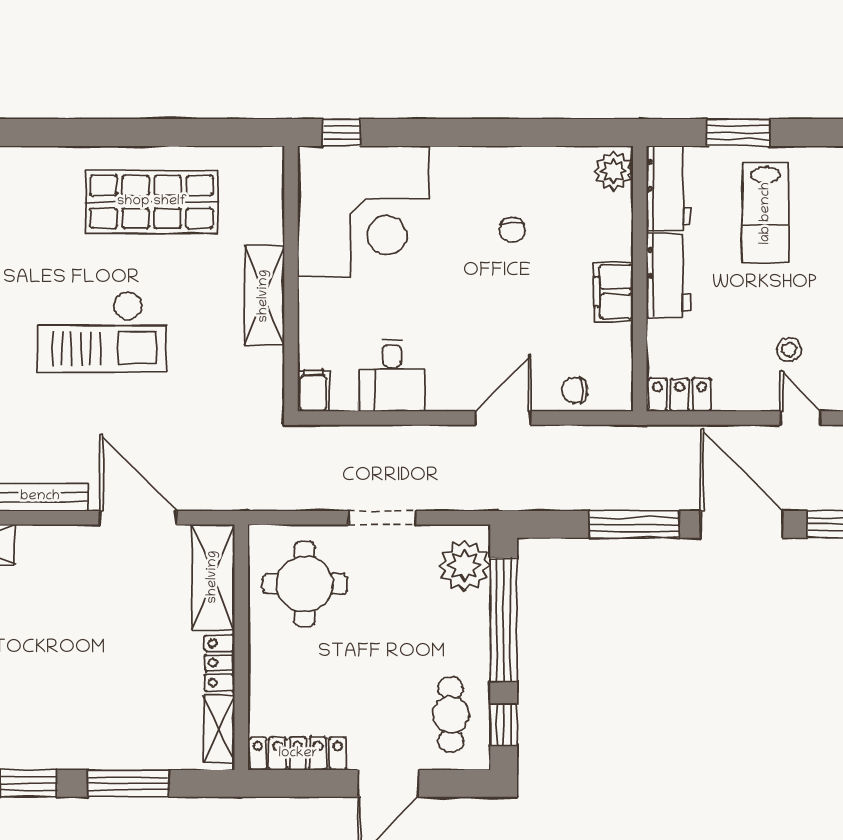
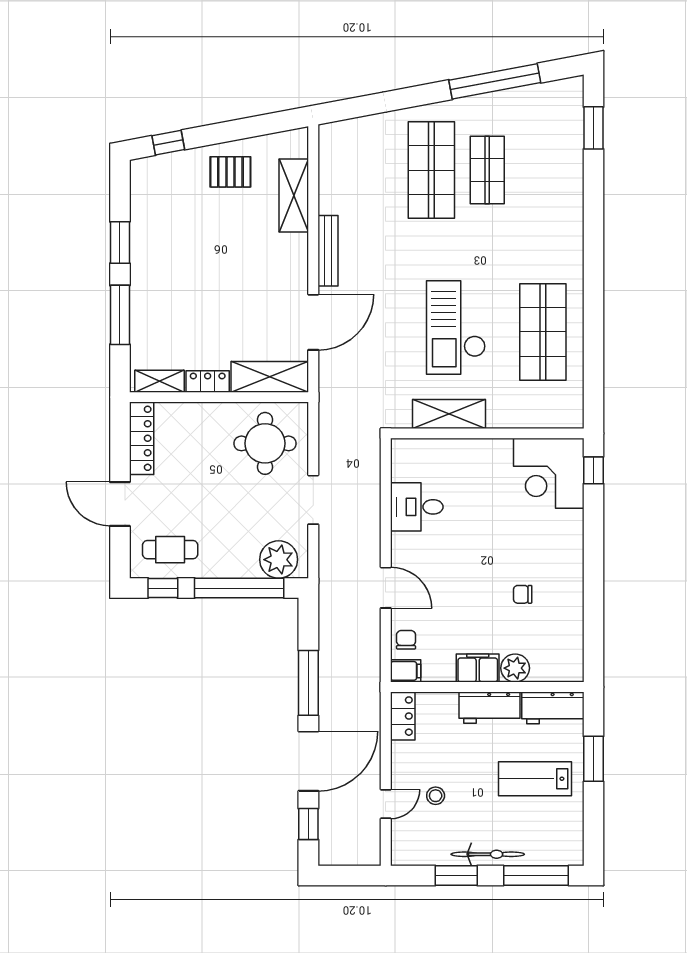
plant: (614, 171) -> (515, 668), moved
corner desk: (363, 211) -> (549, 473), width x0.74, depth x0.74
shelving: (264, 296) -> (449, 414), moved
checkout: (102, 332) -> (456, 327), moved
filing cabinet: (313, 391) -> (406, 671), moved

